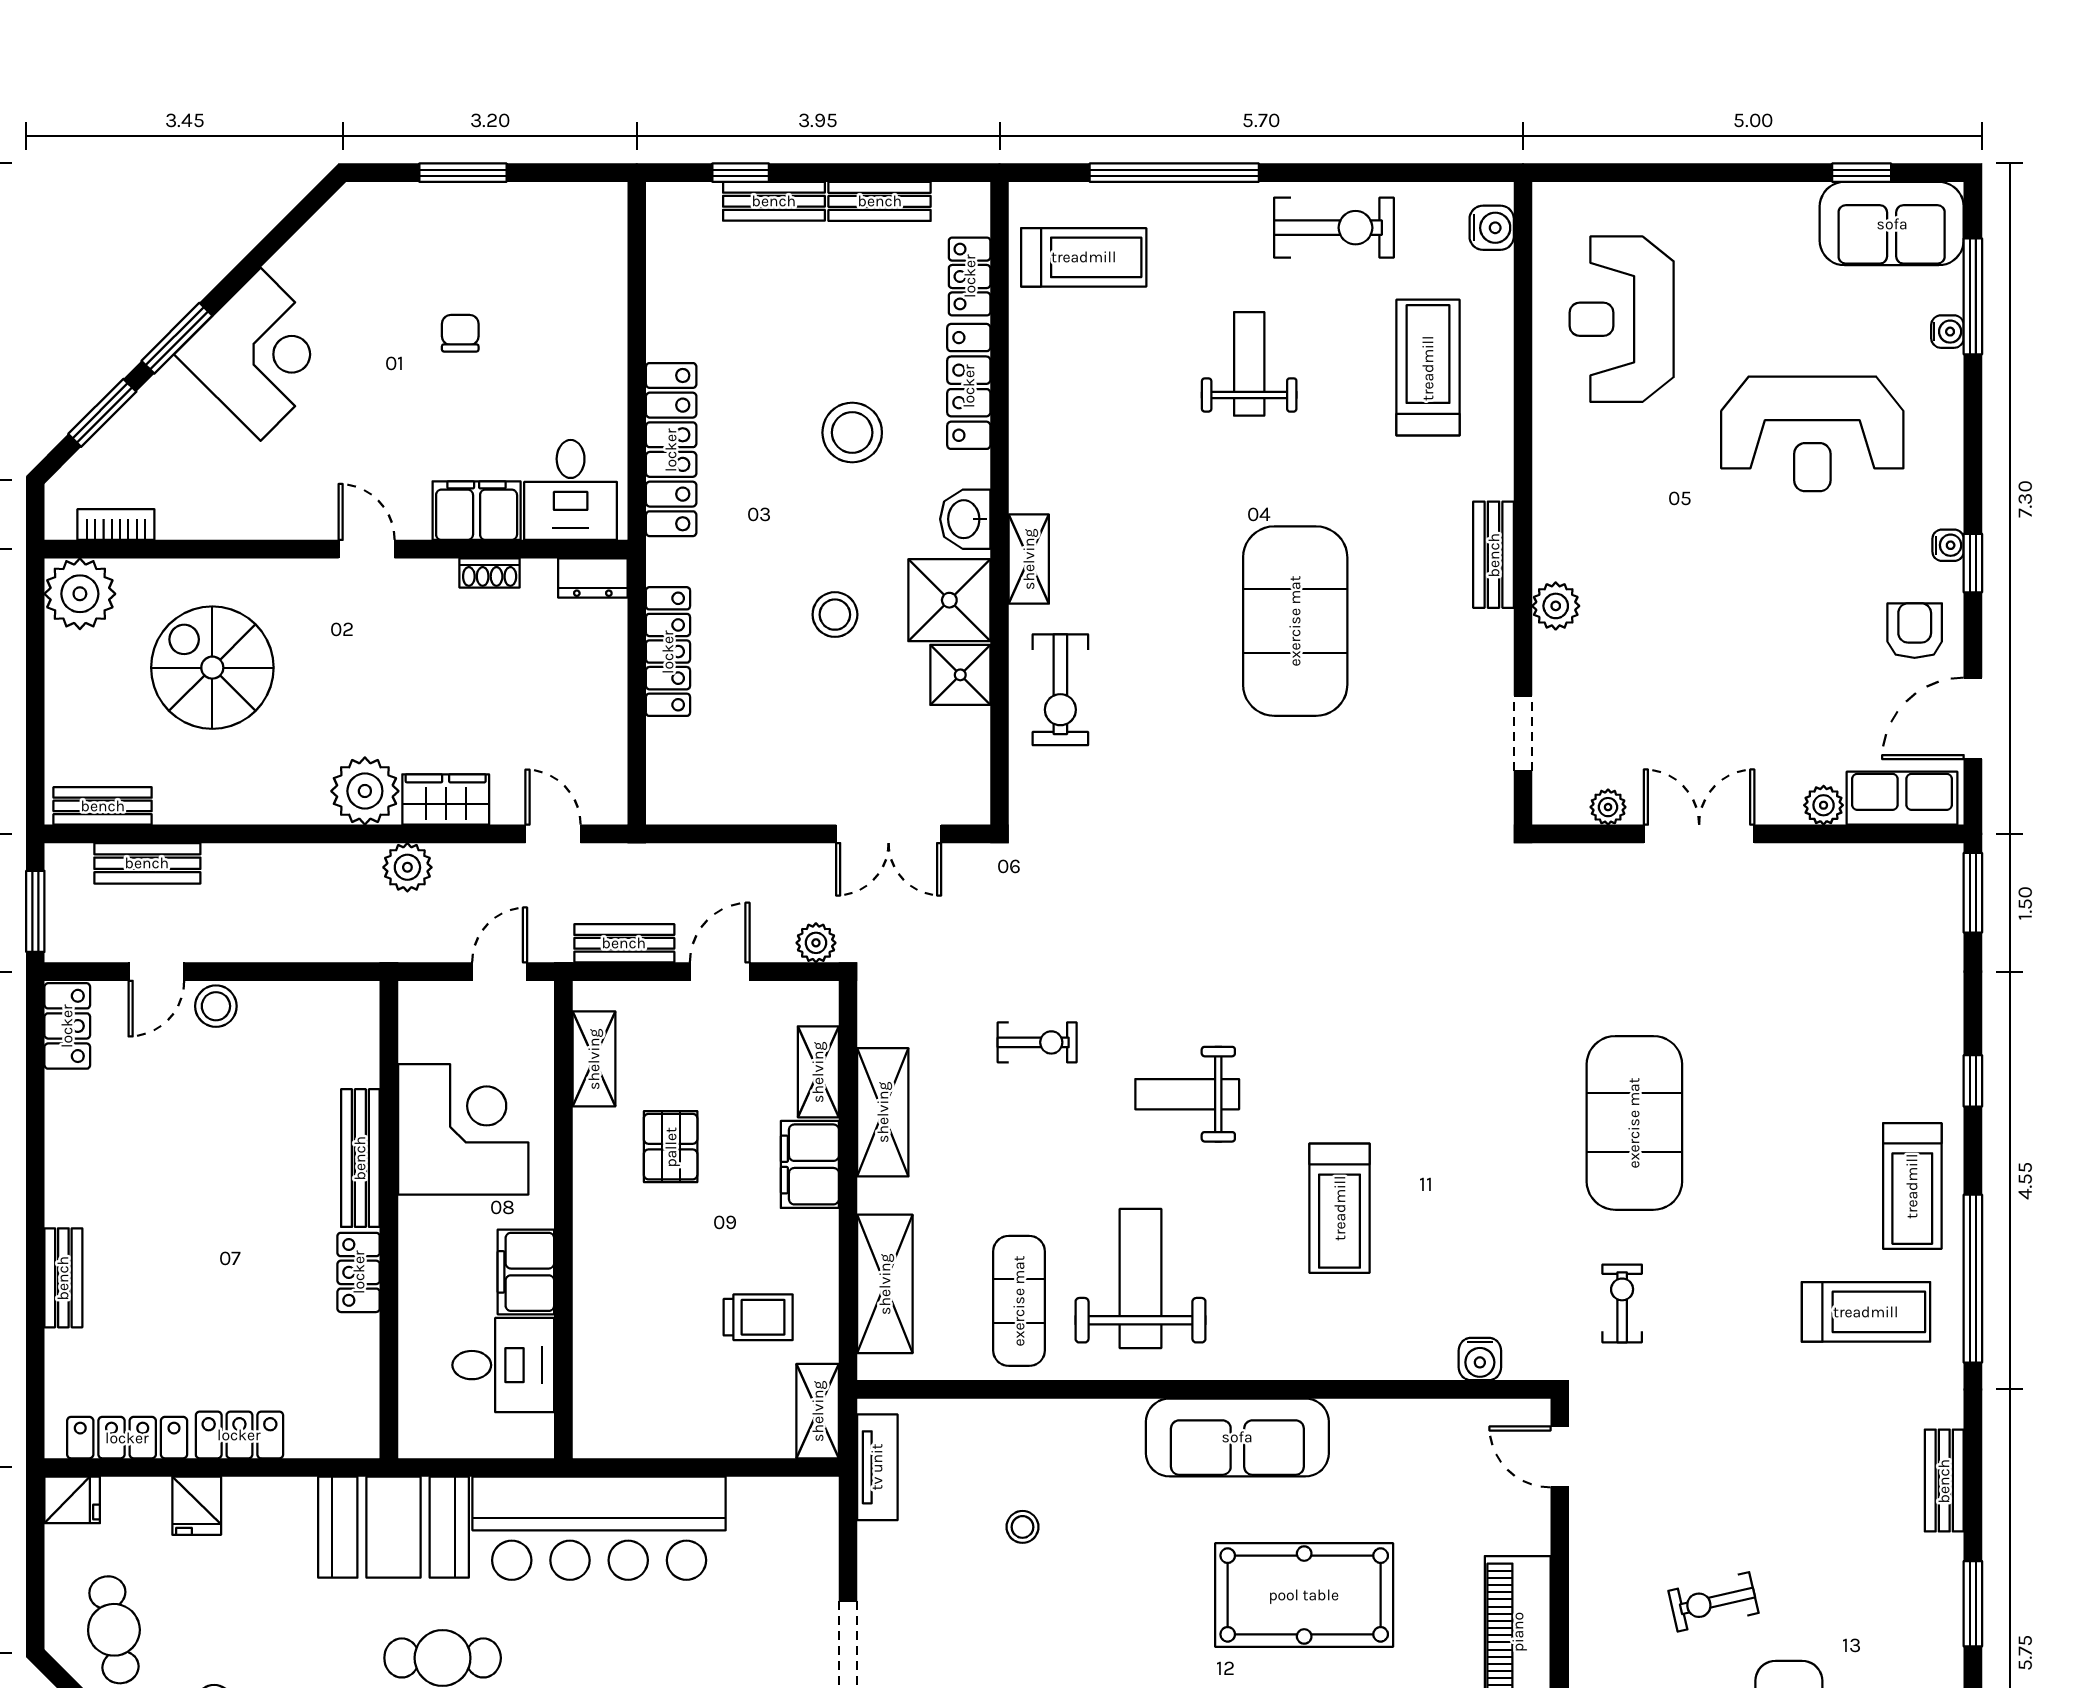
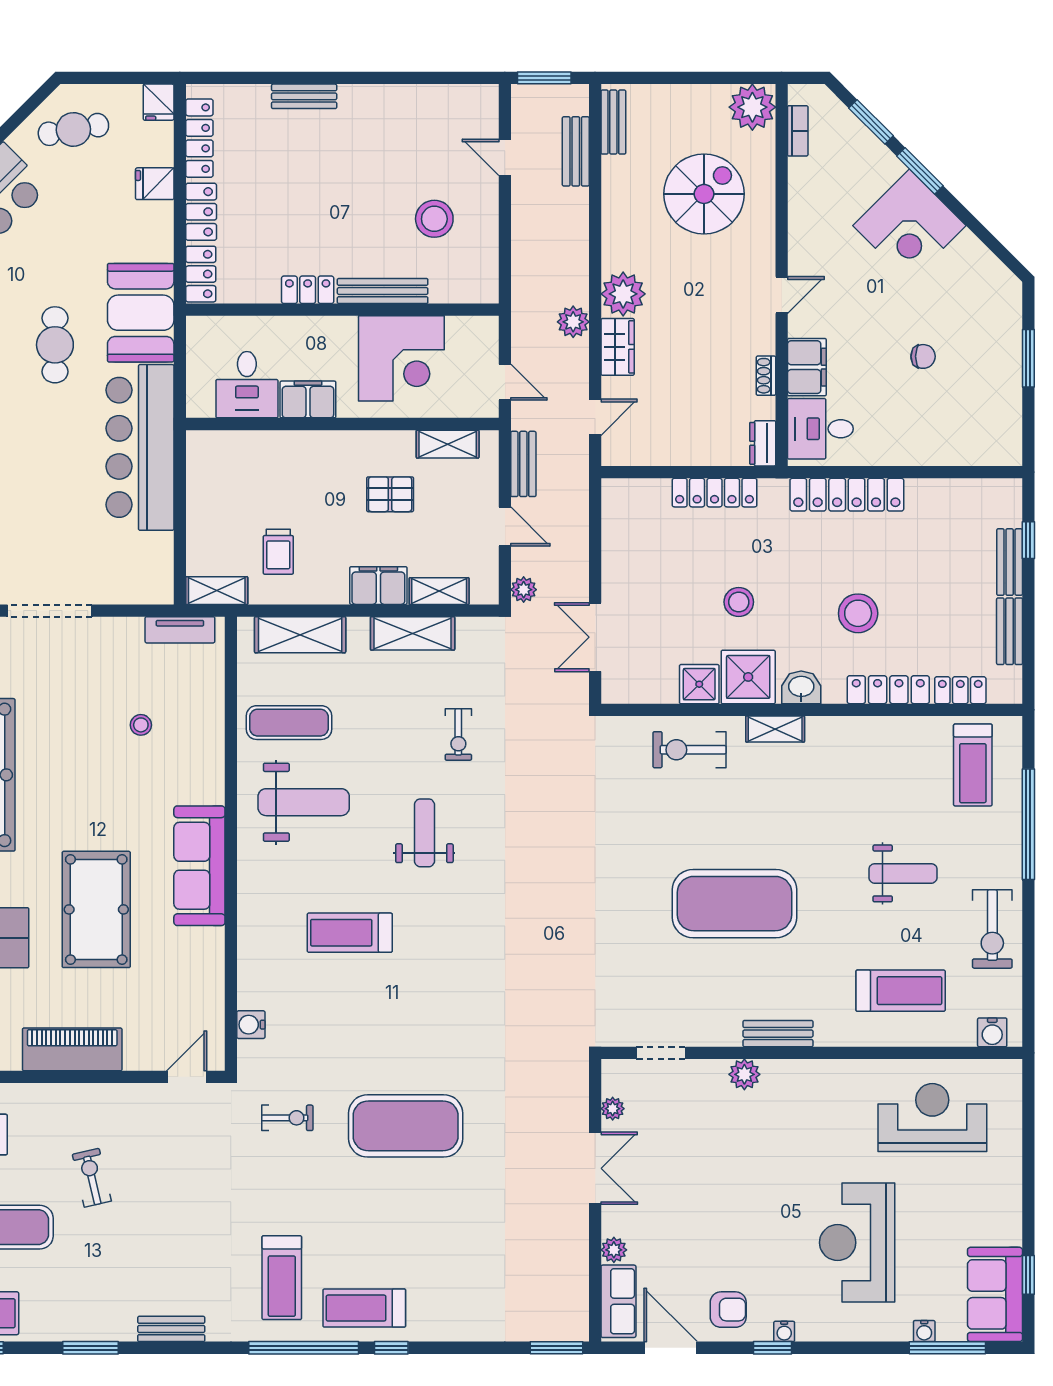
stool: (216, 1006) -> (434, 219), moved, width x1.38, depth x1.38
locker: (67, 1026) -> (201, 274), moved, turned -90
window: (1973, 1081) -> (391, 1348), moved

